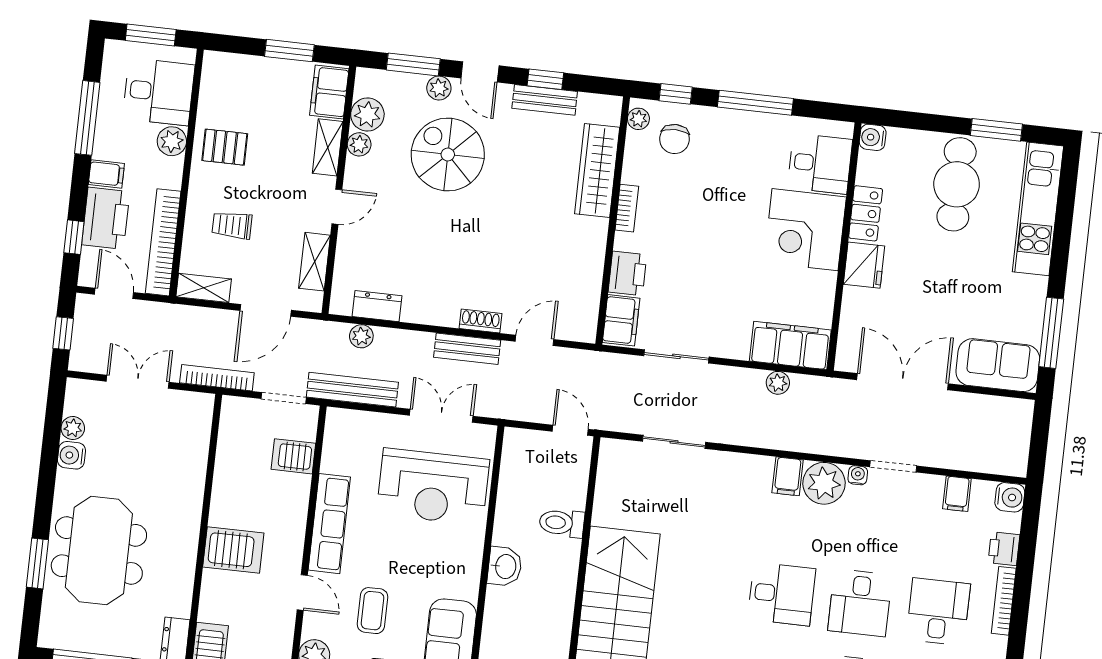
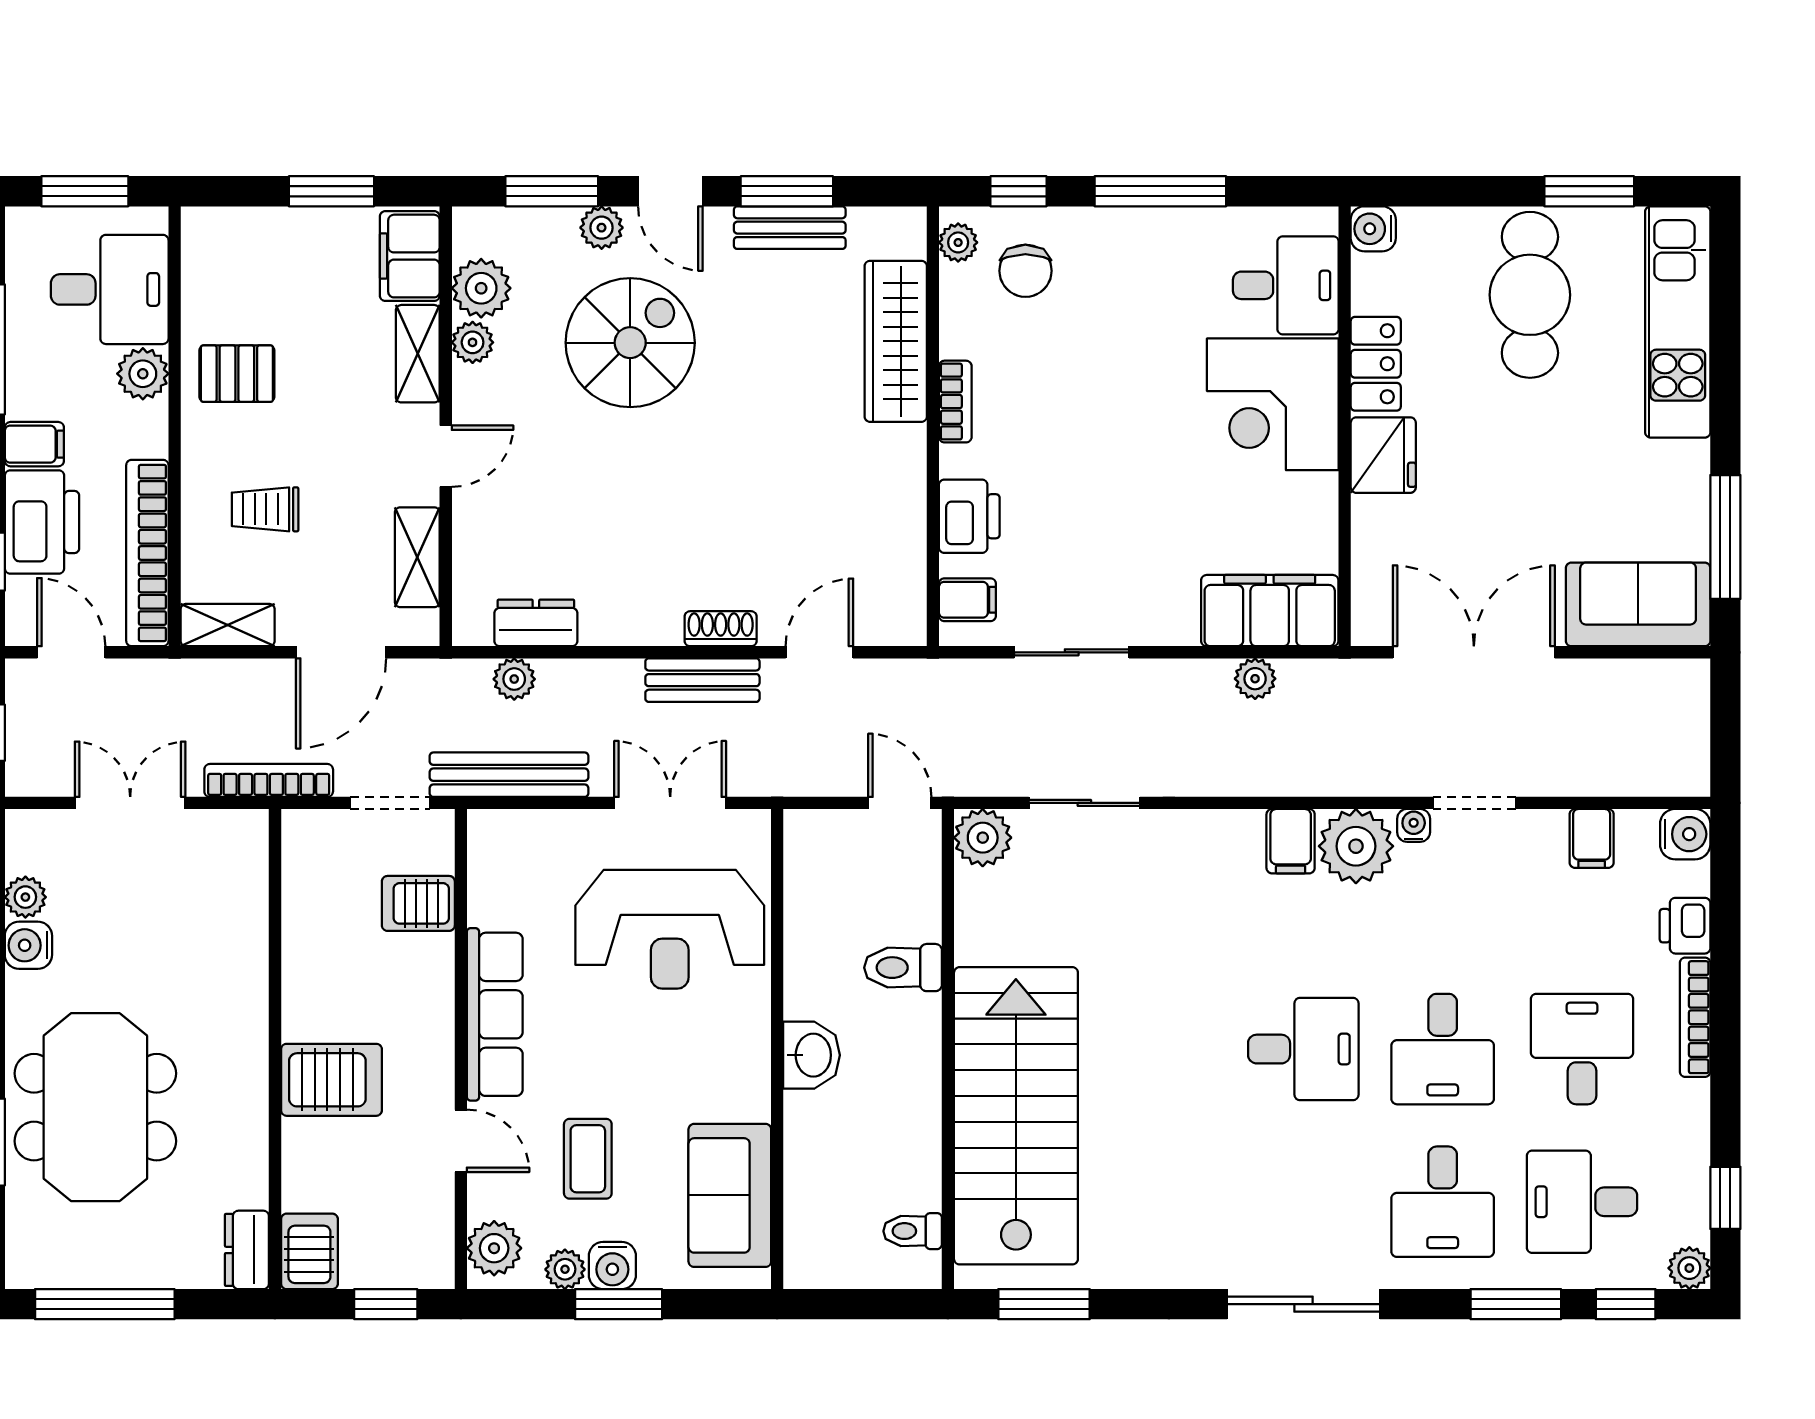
window: (545, 79) -> (787, 191), width x1.50
spiral stairs: (448, 155) -> (630, 343), turned 90
filing cabinet: (621, 320) -> (967, 600), width x0.50
plant: (615, 455) -> (983, 838), added

